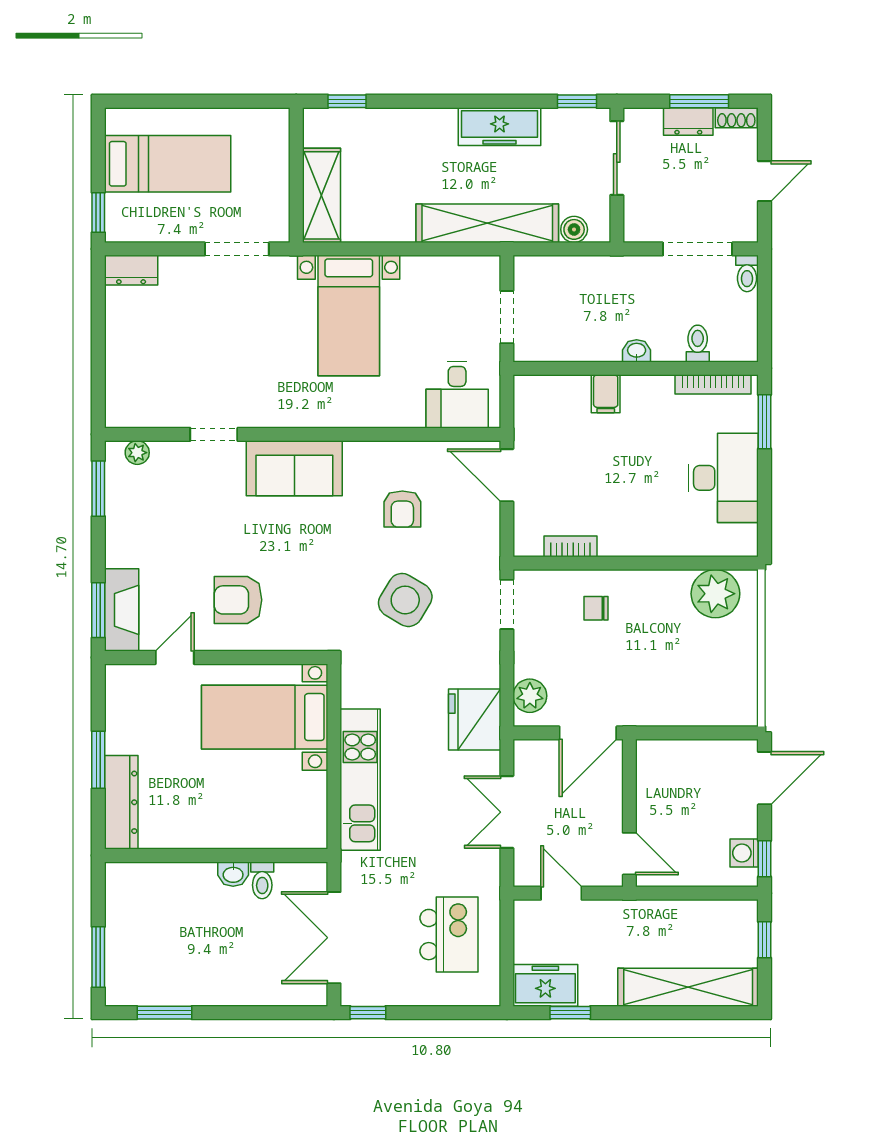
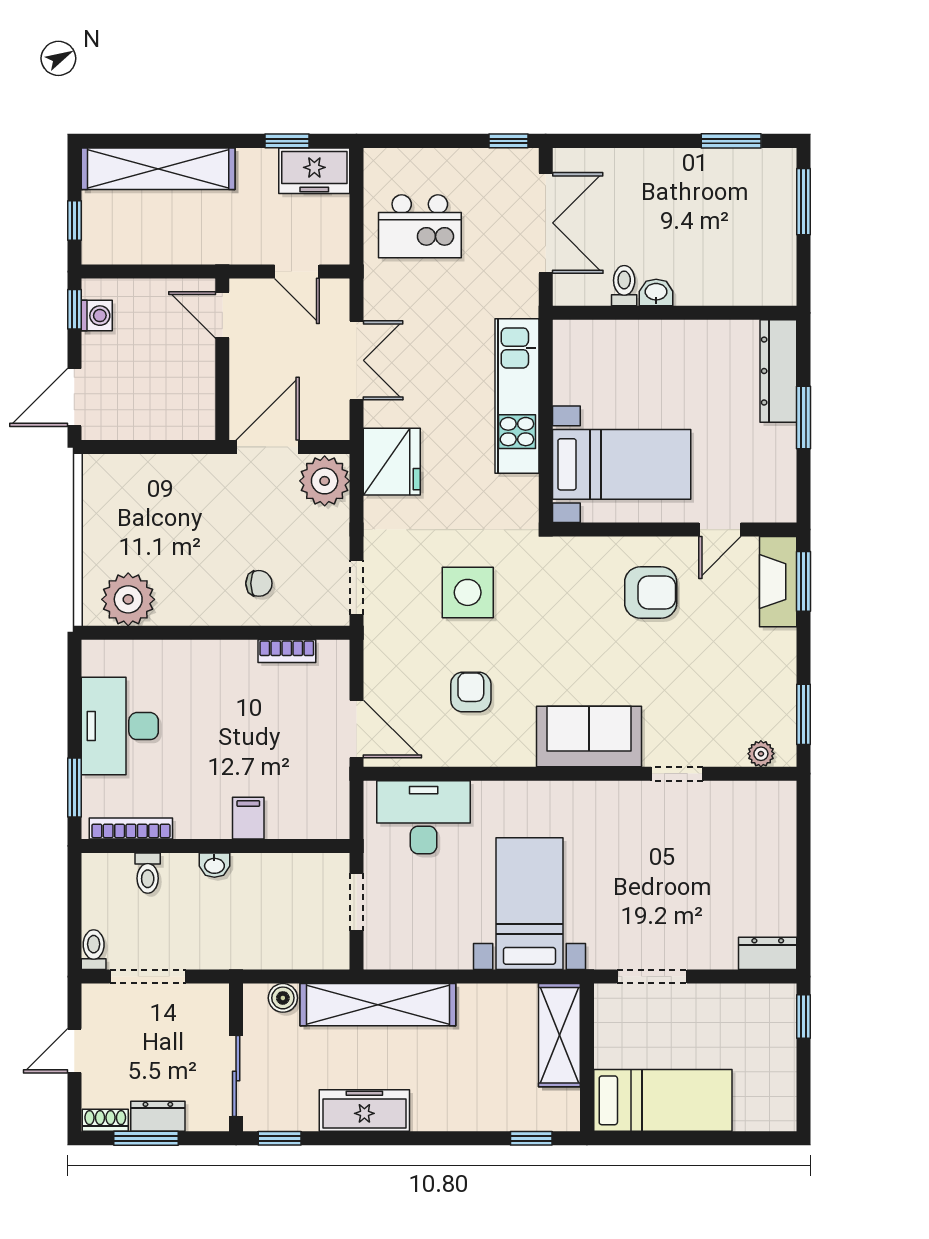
bed: (168, 164) -> (663, 1100), moved, turned 180
desk: (457, 395) -> (424, 817), width x1.37
side table: (405, 600) -> (468, 592), turned -31
plant: (530, 696) -> (325, 481), width x1.36, depth x1.36
kitchen island: (449, 935) -> (420, 226), turned -90

